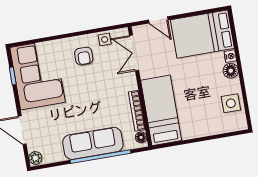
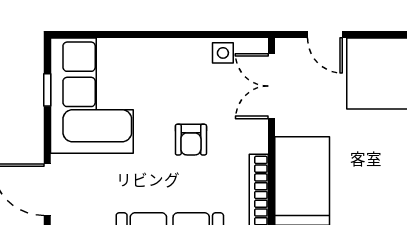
armchair: (84, 56) -> (191, 140), moved

